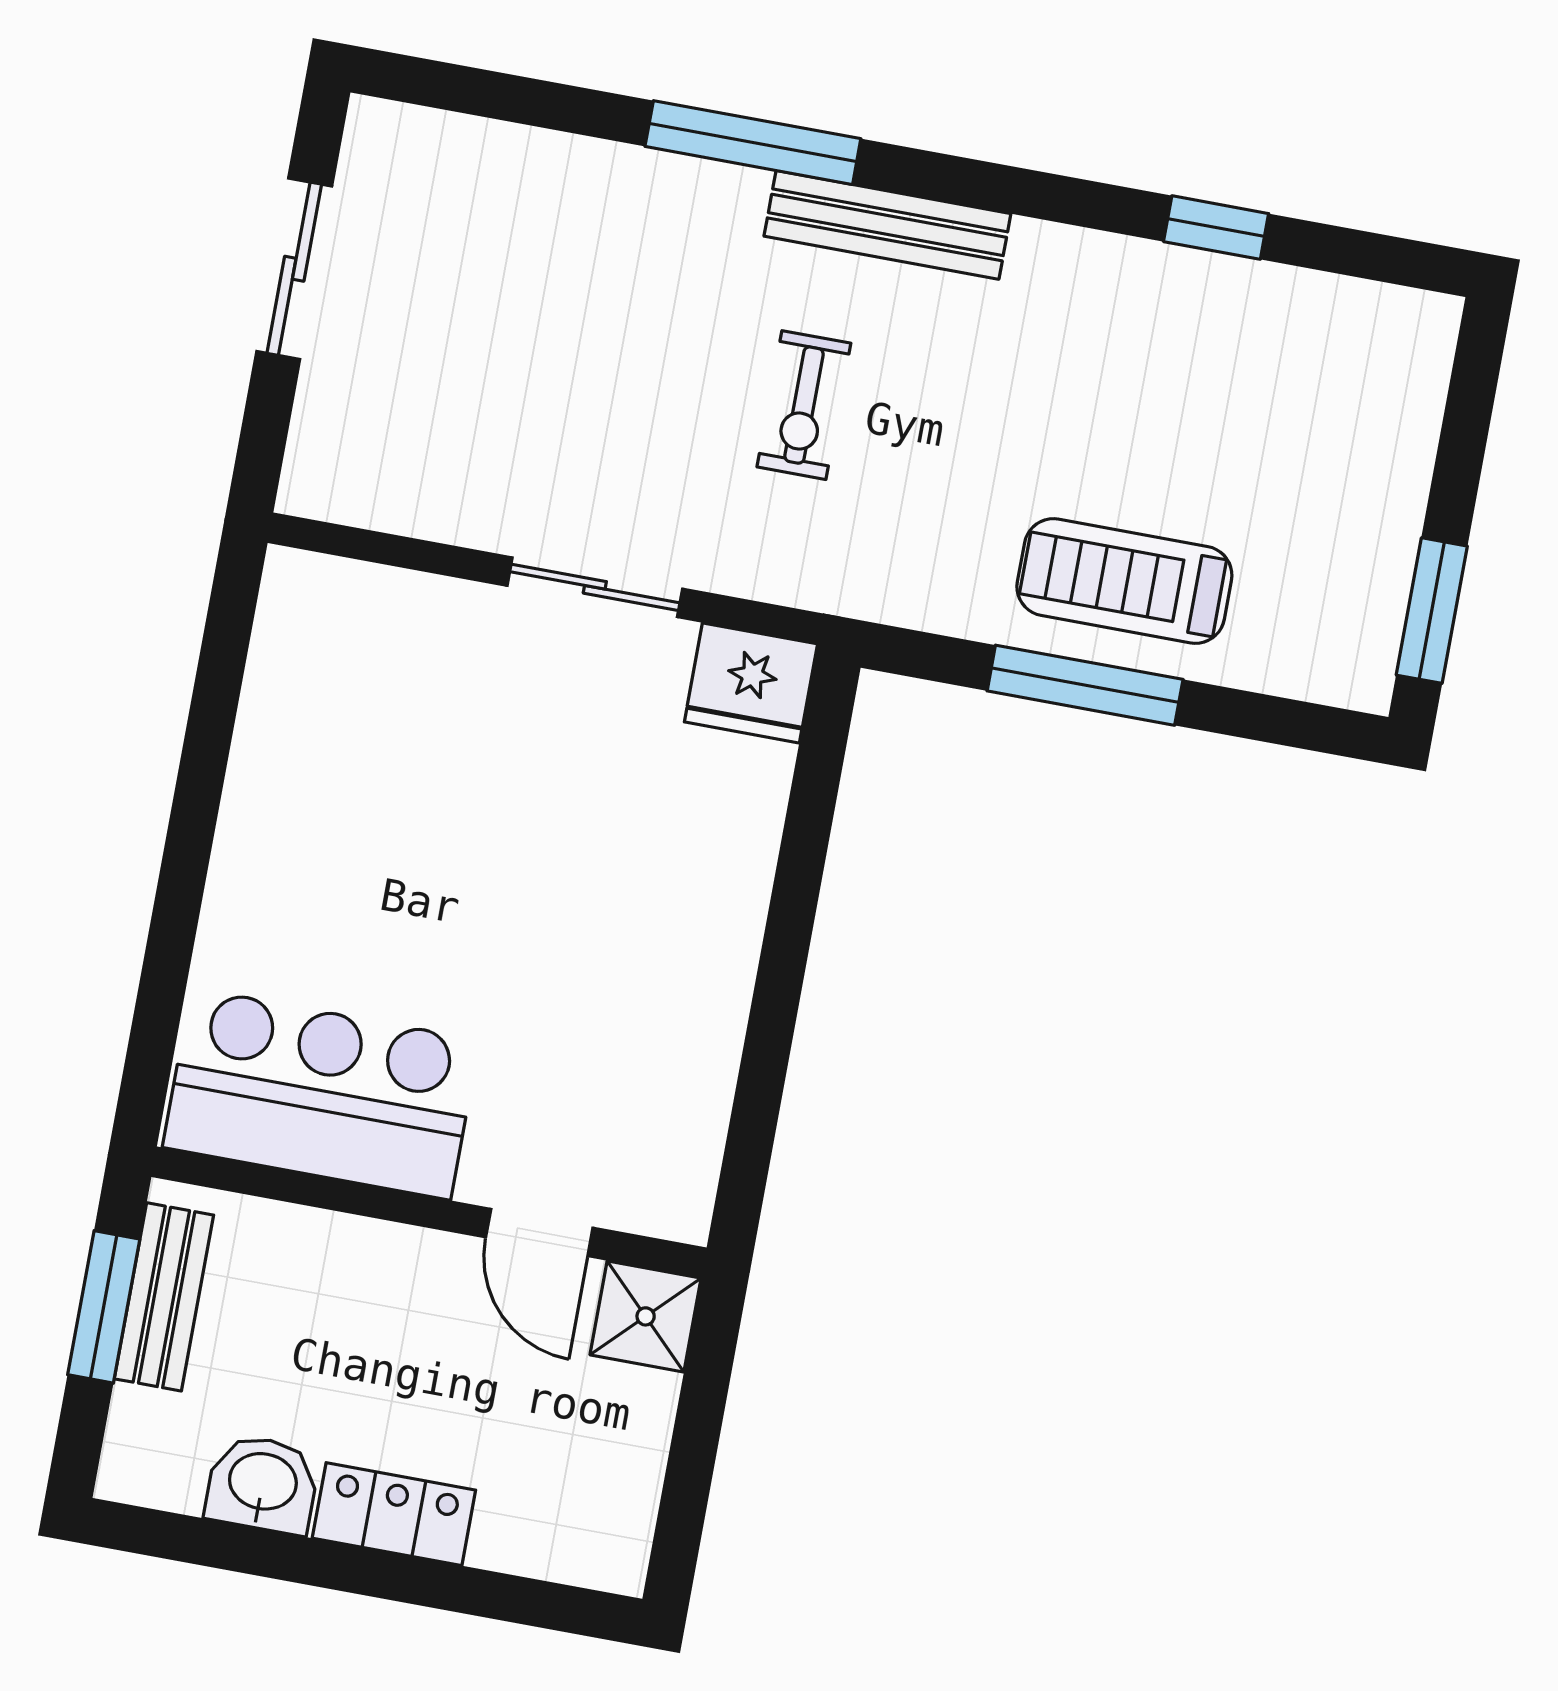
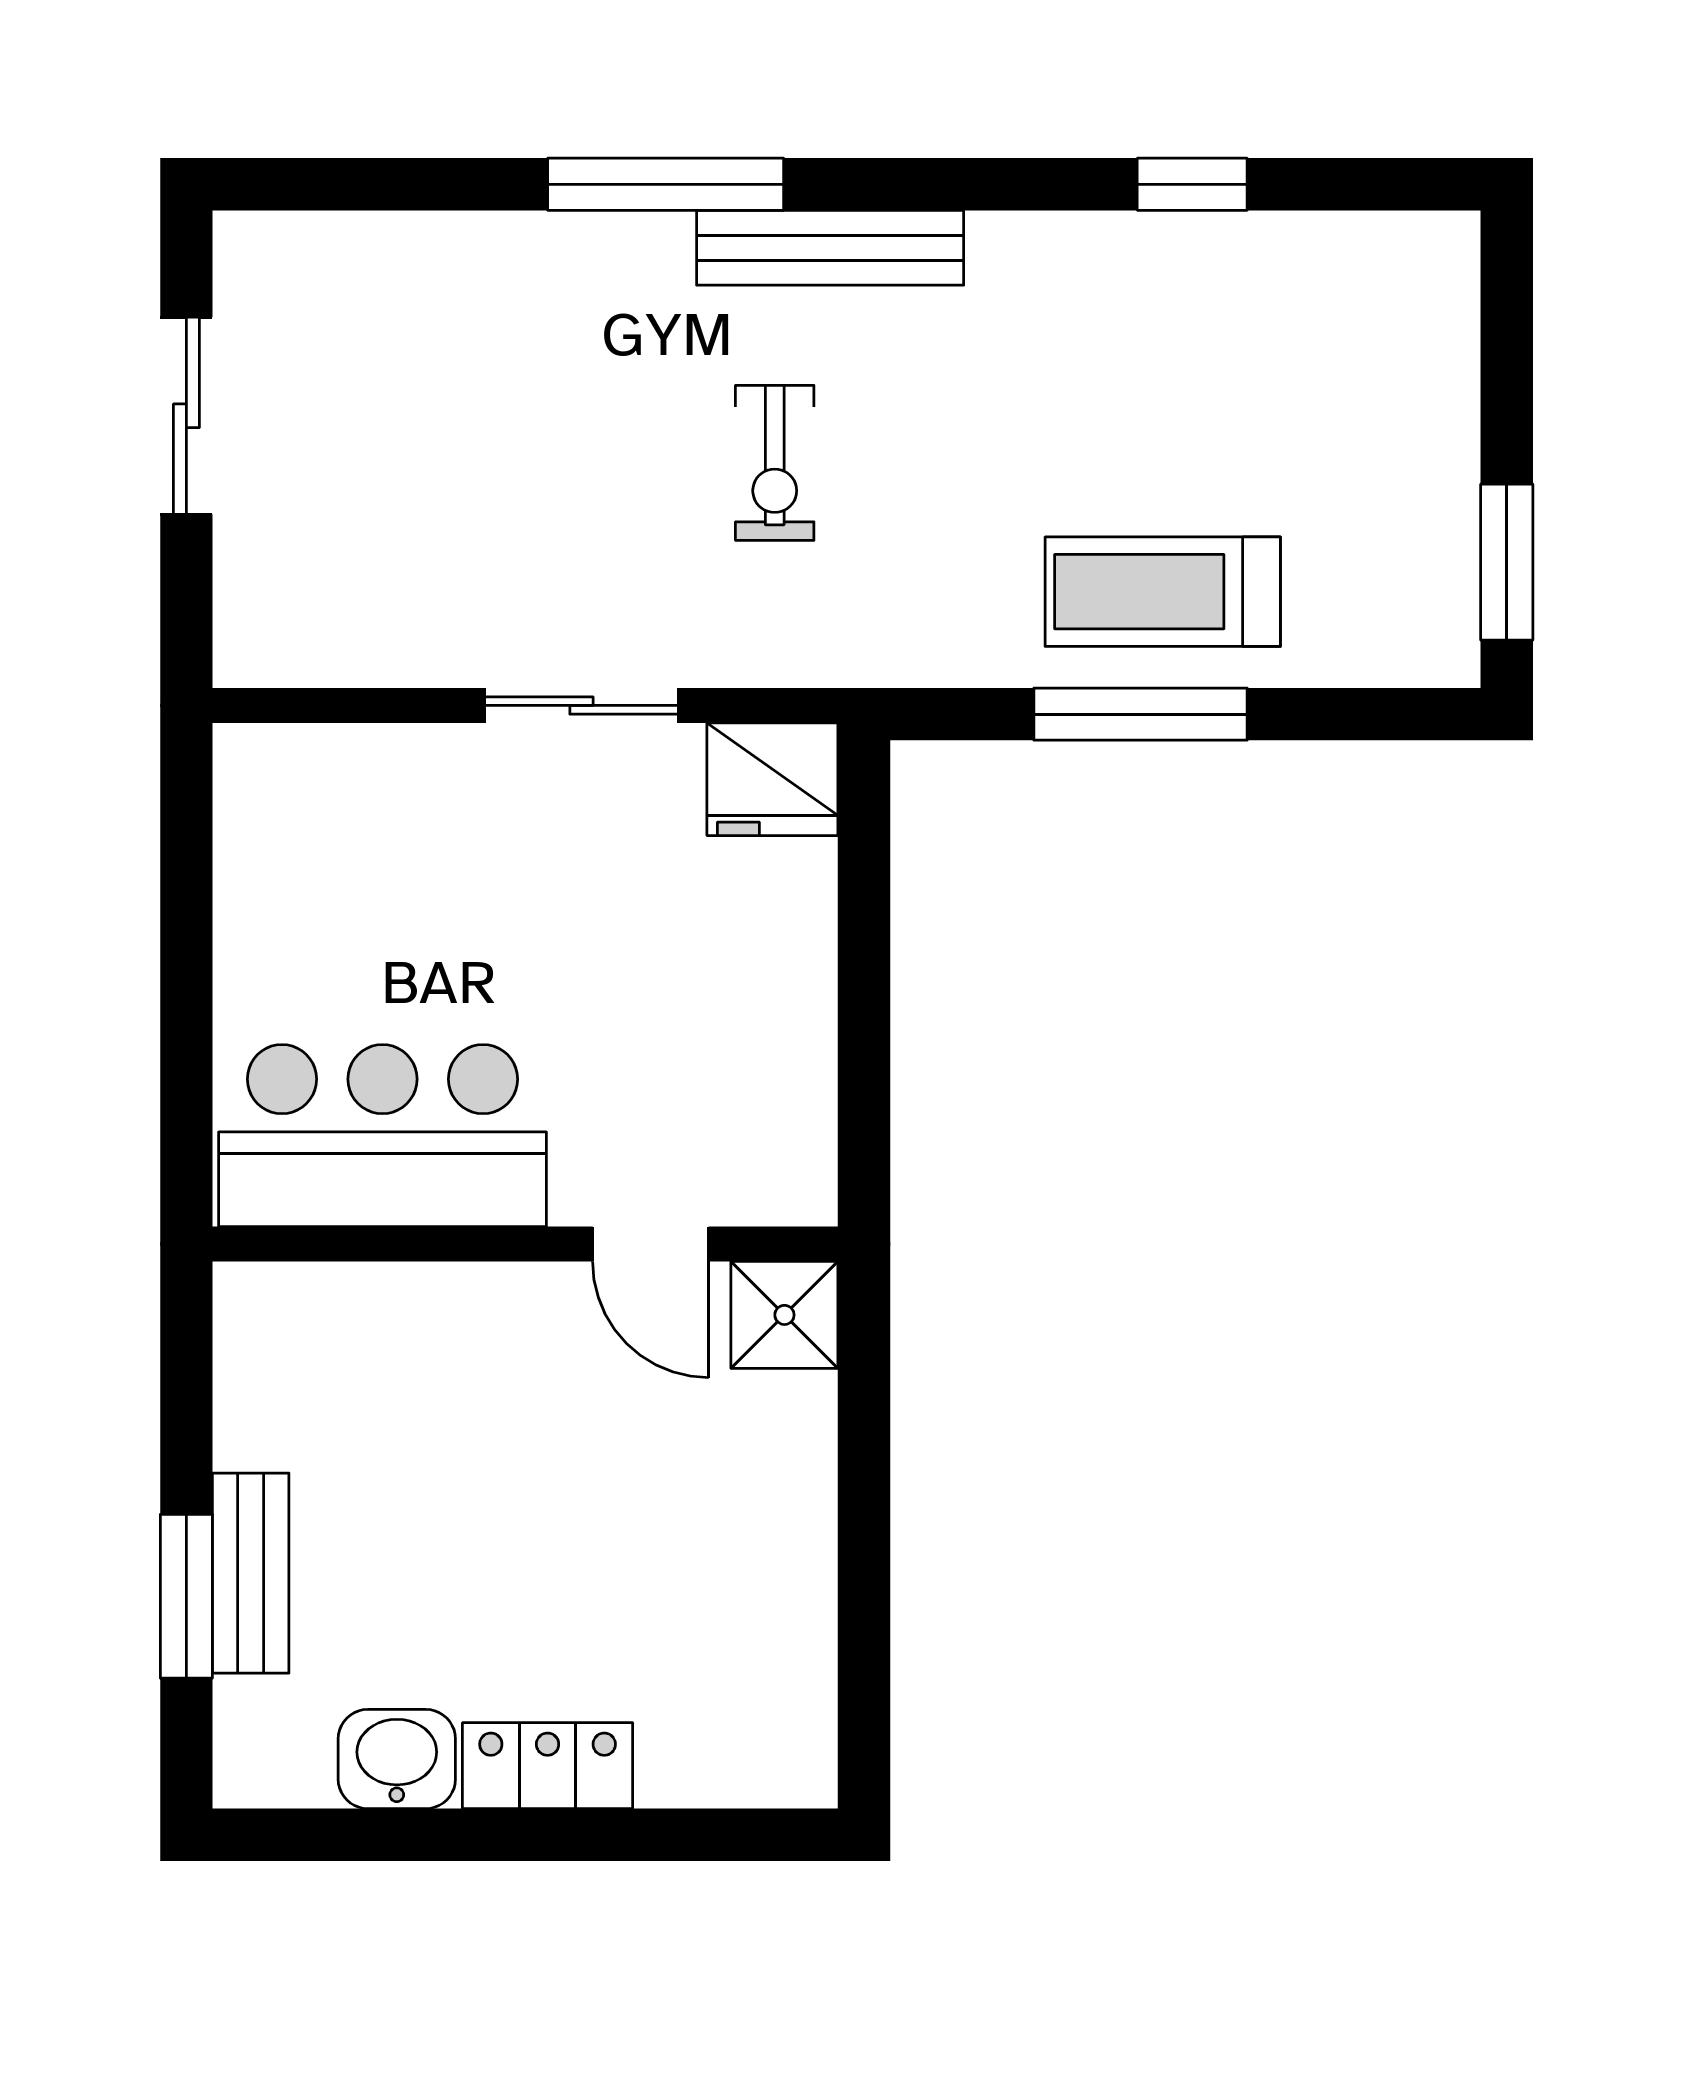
bar counter: (321, 1094) -> (382, 1136), moved
wall: (429, 1212) -> (525, 1244), moved
door: (539, 1233) -> (651, 1244), moved
shower: (646, 1316) -> (784, 1315), moved

